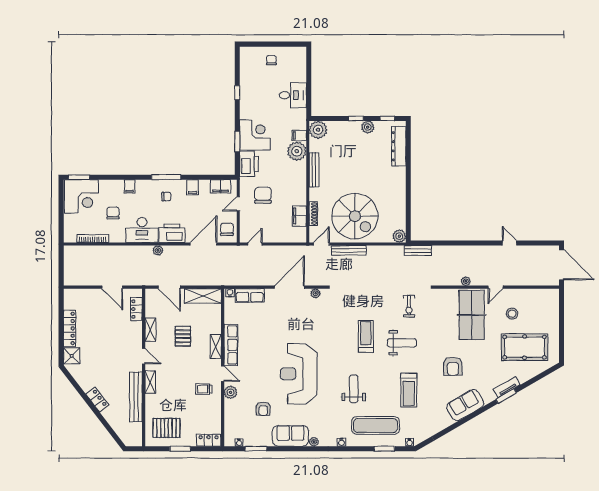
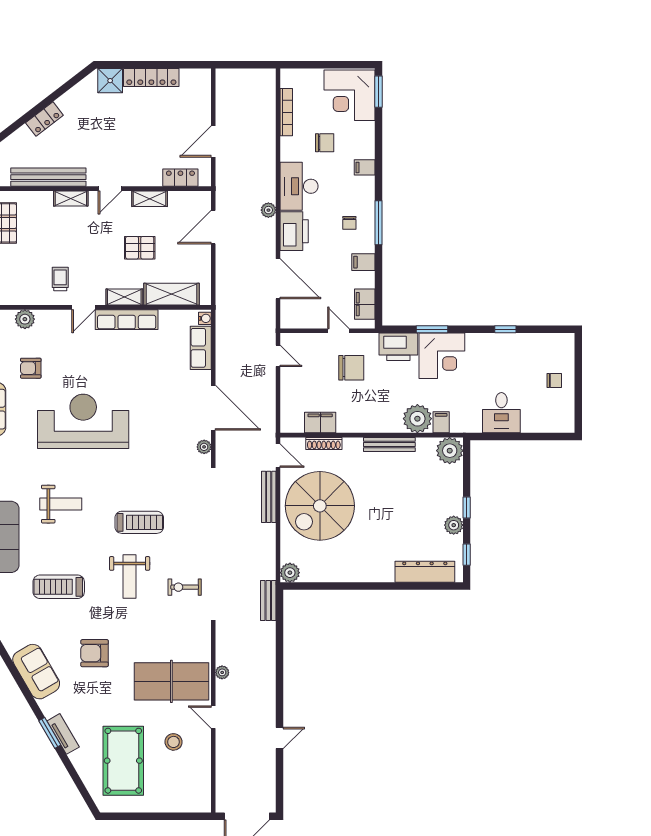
chair: (227, 229) -> (300, 314), removed
shelving: (203, 296) -> (171, 294), moved, turned 90
plant: (231, 392) -> (25, 319), moved

